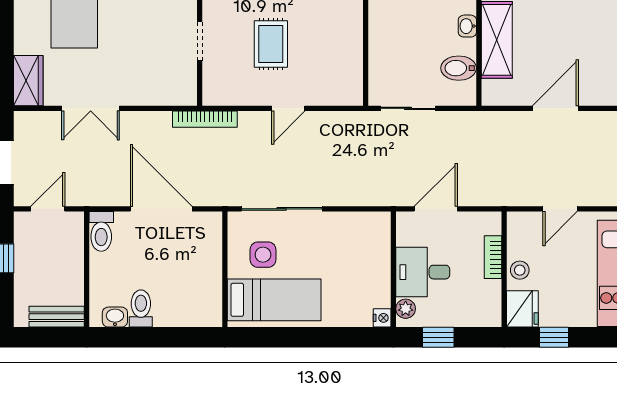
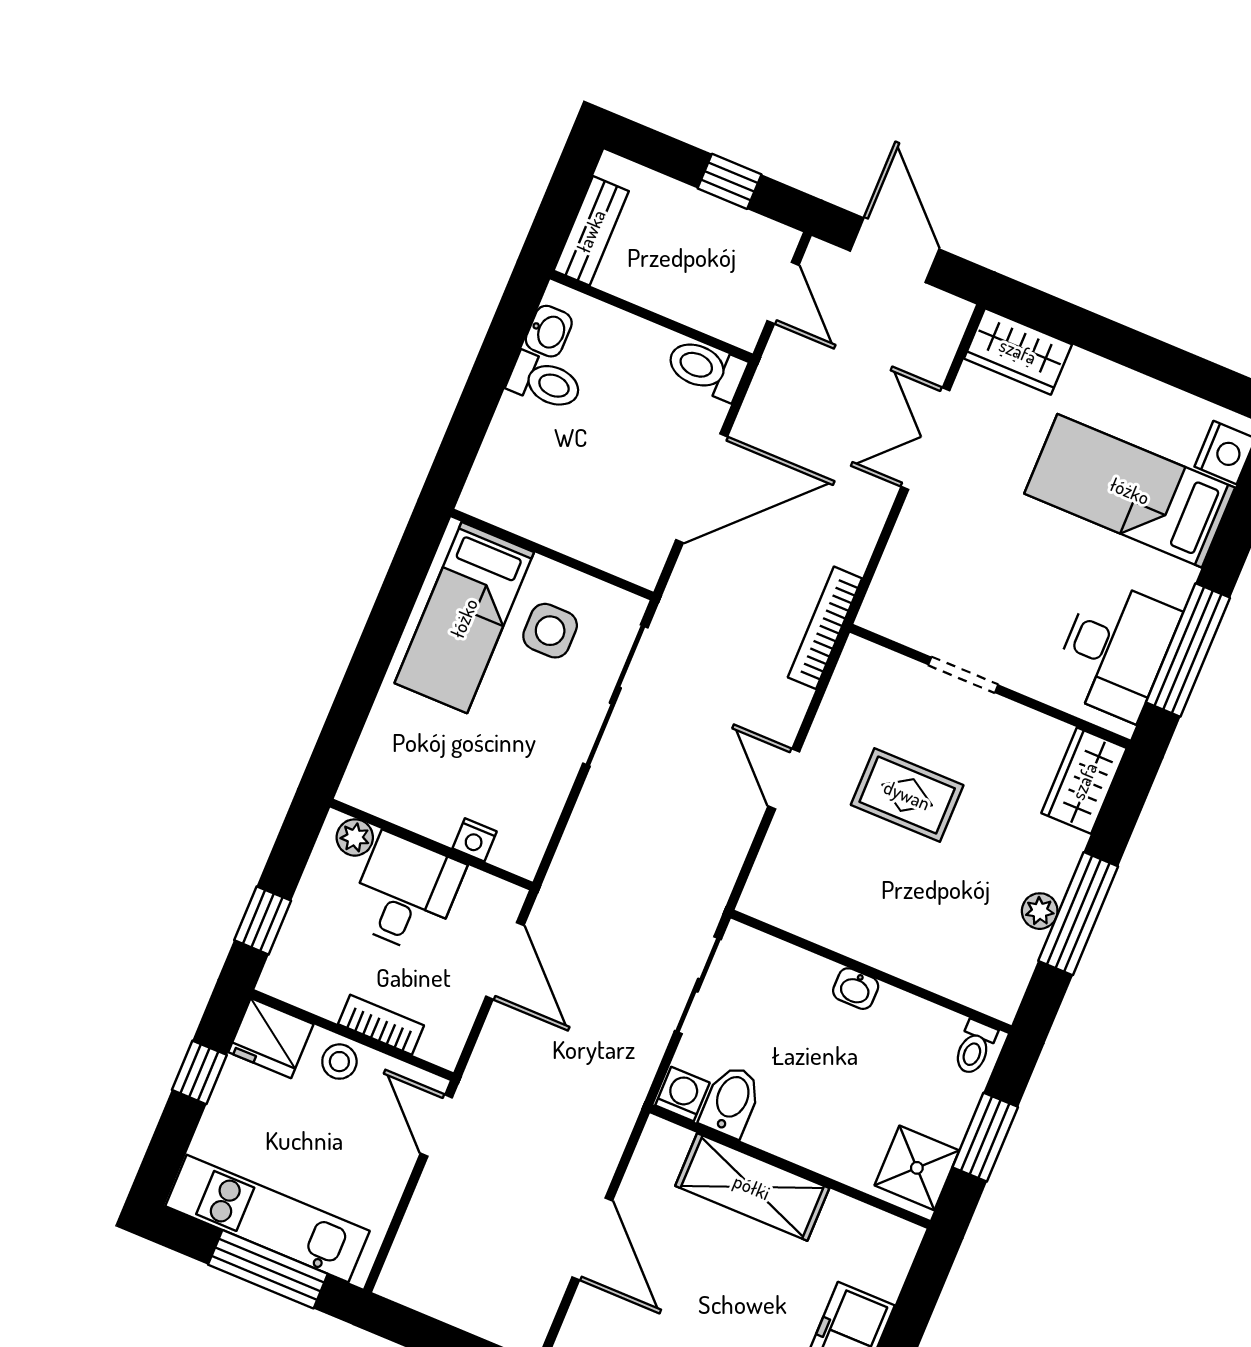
washbasin: (467, 26) -> (856, 989), moved, turned 180
washing machine: (465, 94) -> (682, 1094), added
door: (560, 209) -> (436, 1126), moved
nightstand: (382, 318) -> (475, 840), moved
window: (438, 337) -> (263, 920), moved

